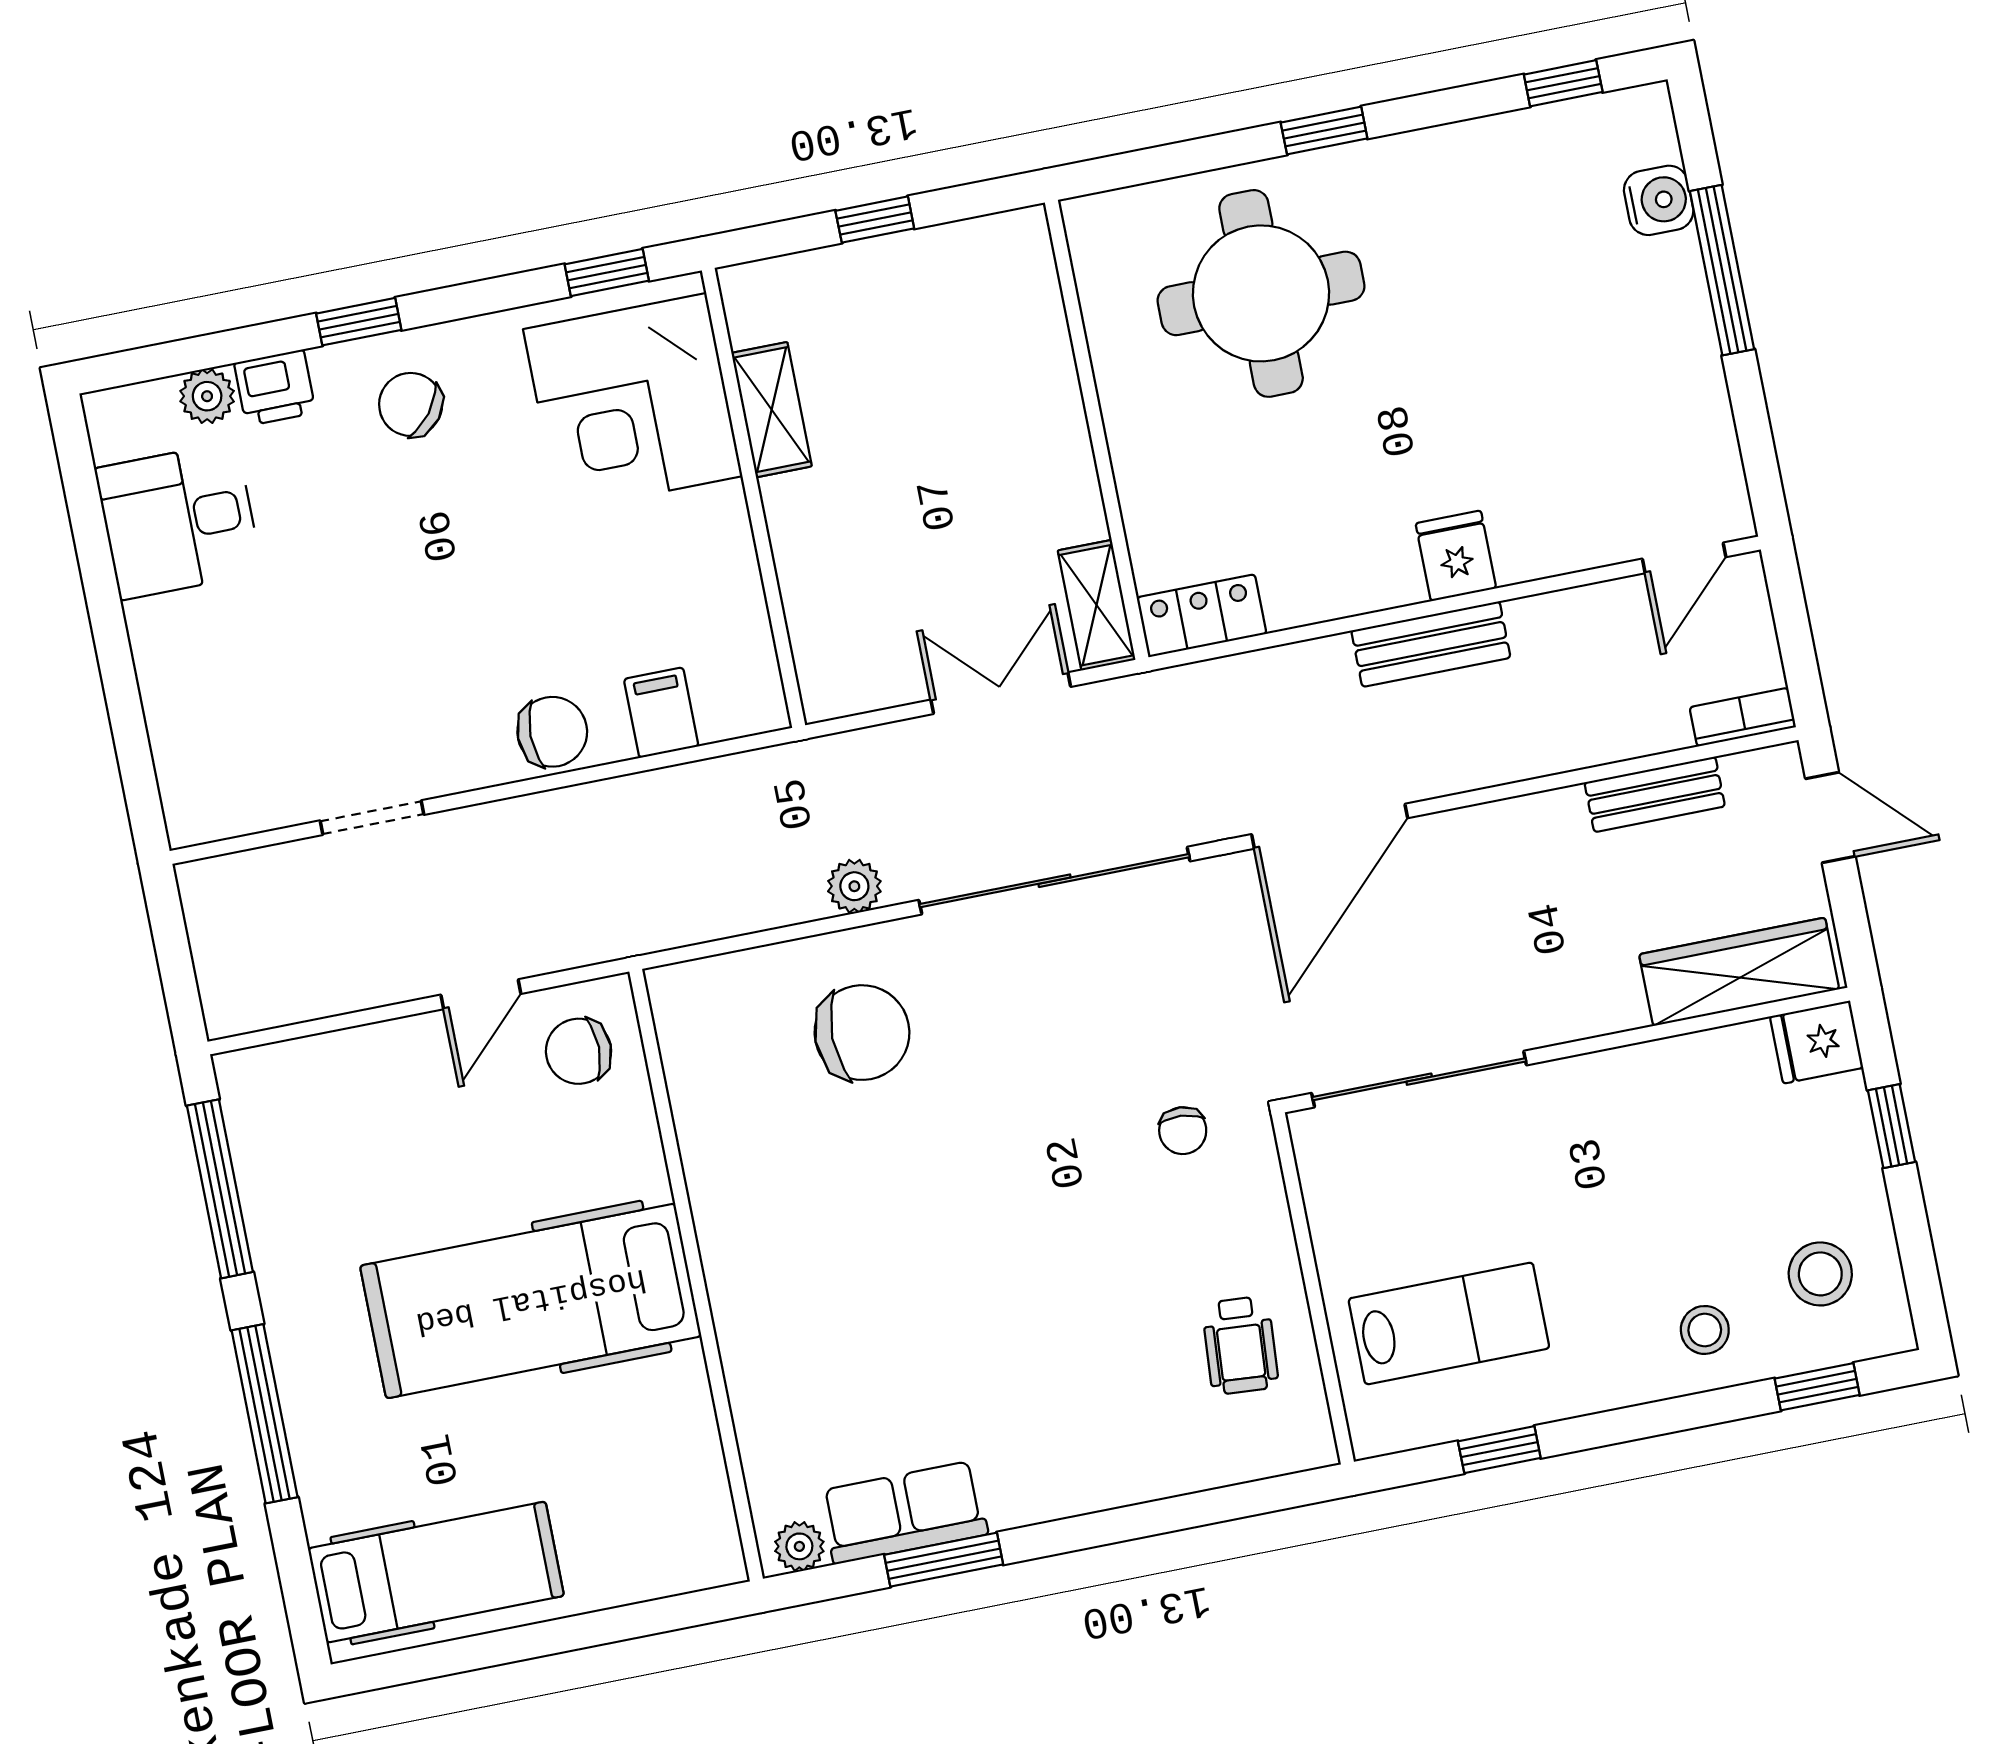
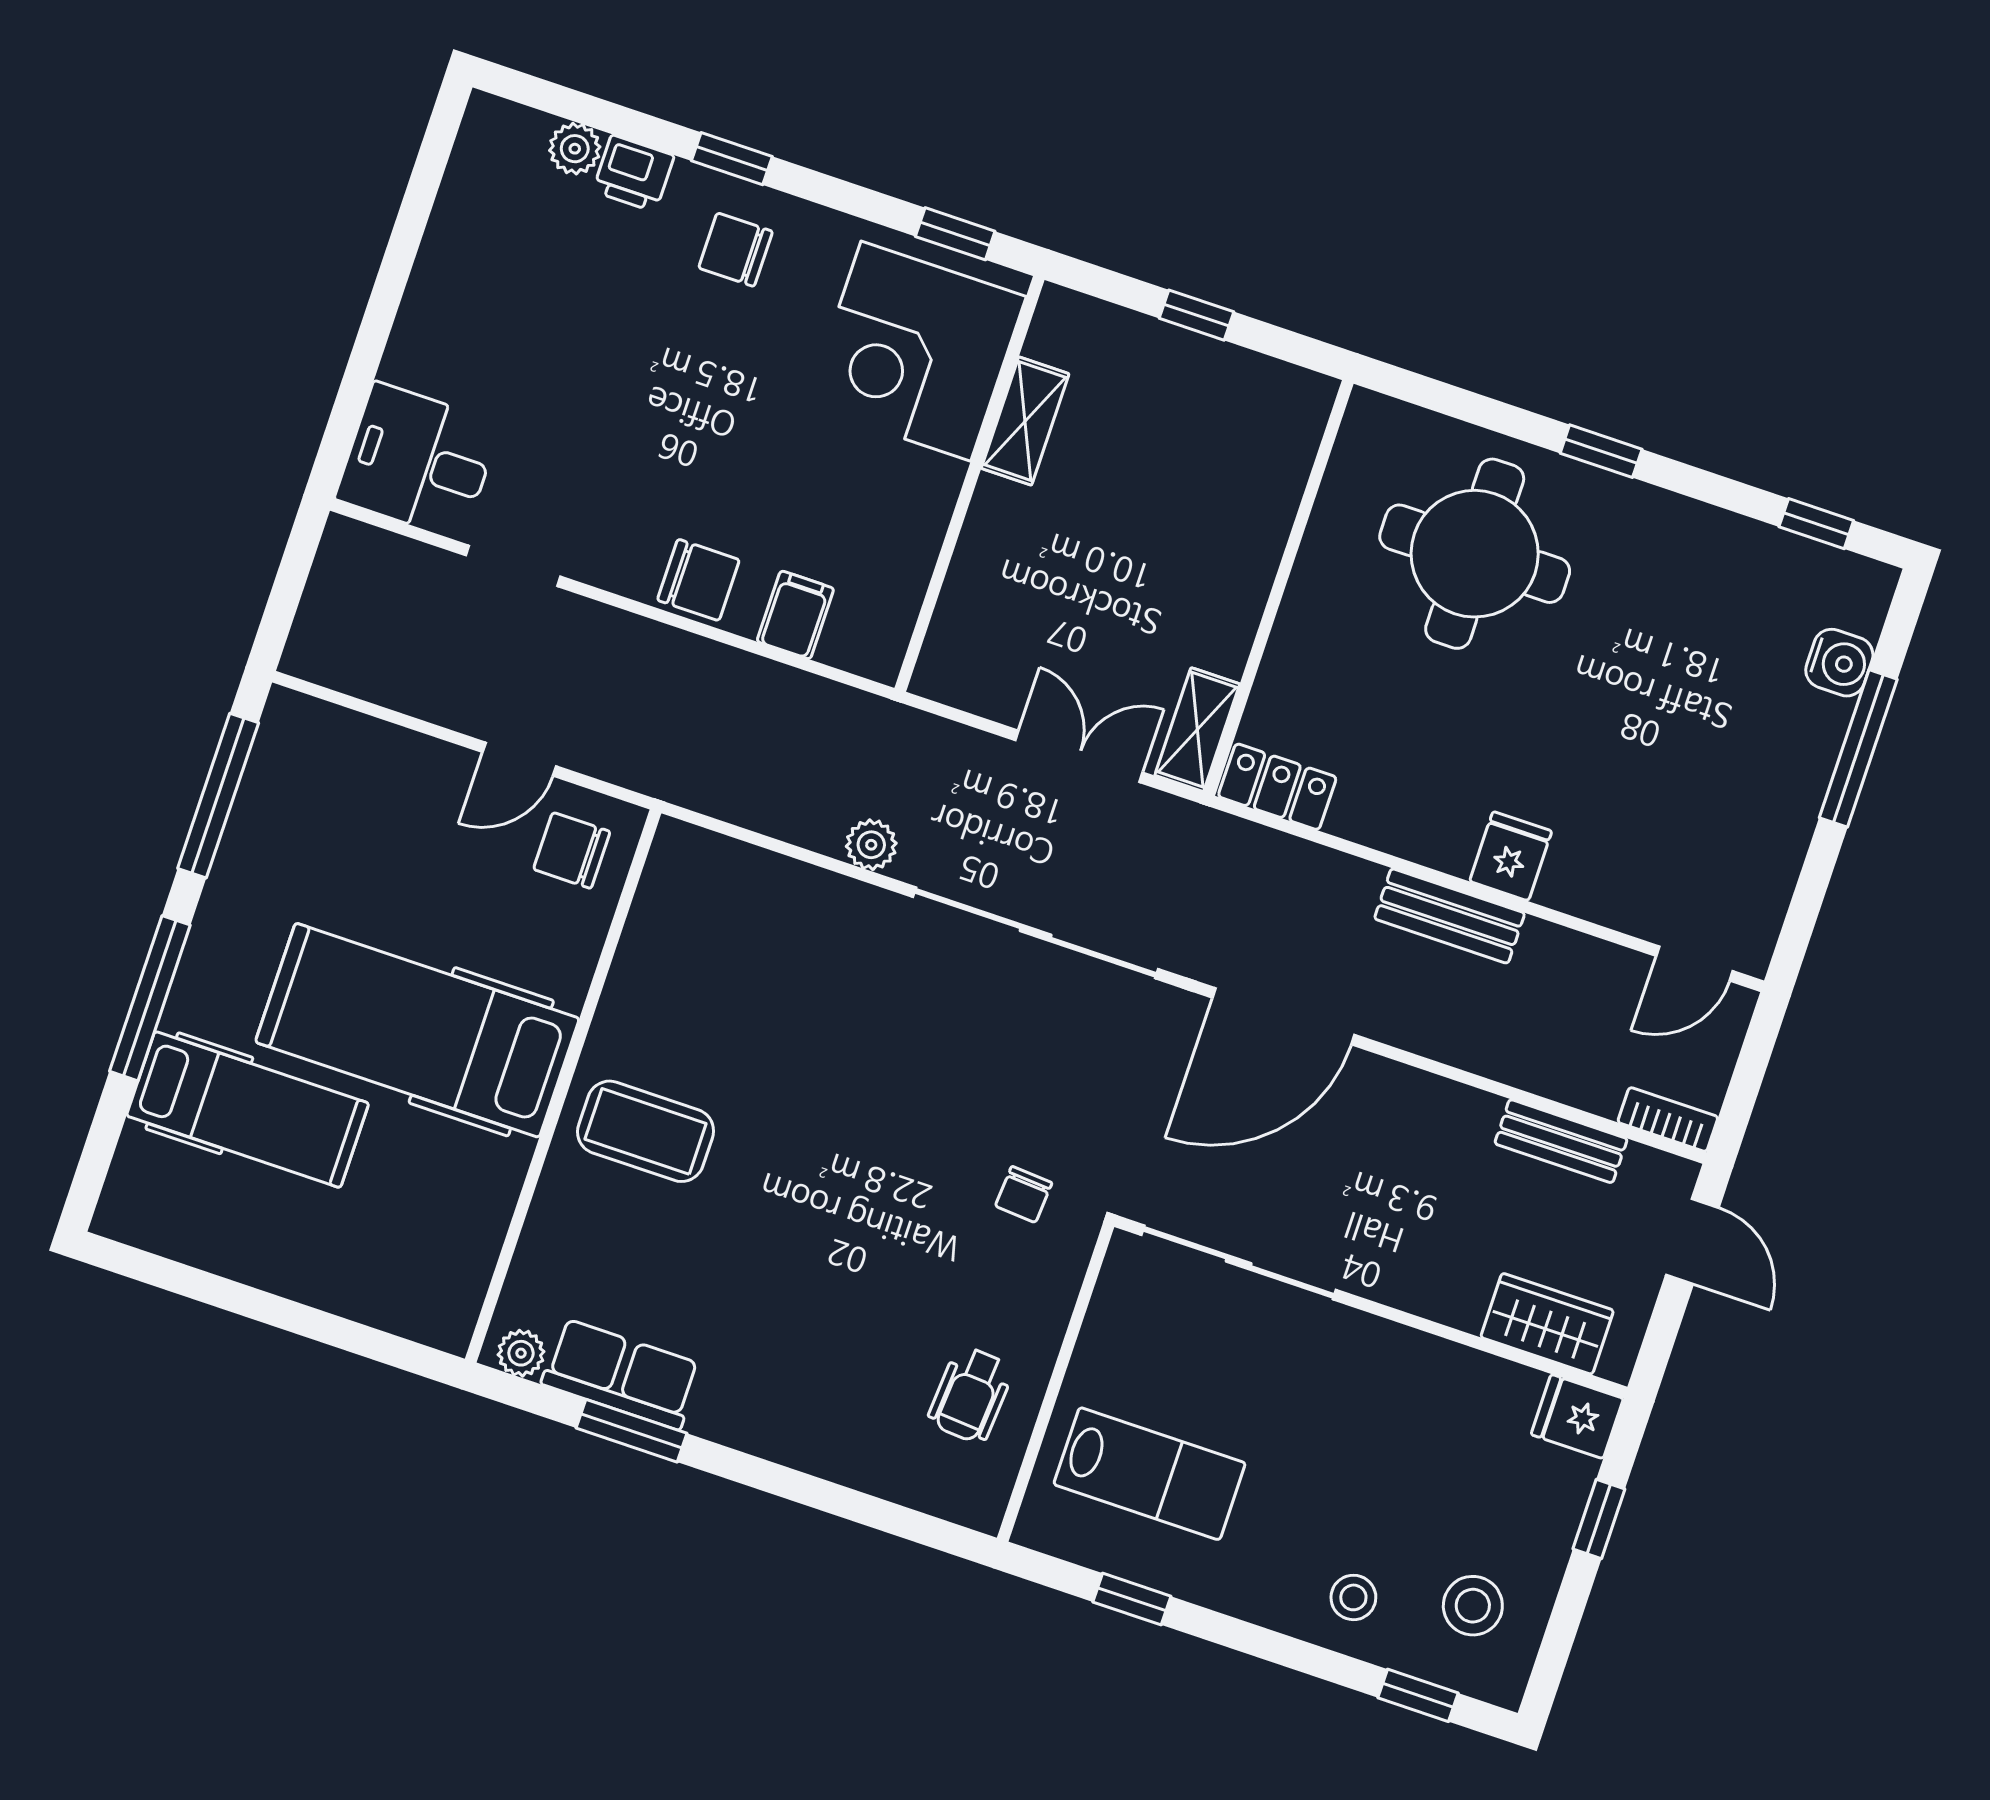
chair: (411, 404) -> (736, 250), turned -38
desk: (178, 521) -> (418, 461), moved
wardrobe: (1739, 972) -> (1547, 1324), width x0.67
chair: (862, 1033) -> (810, 967), removed
coffee table: (797, 1273) -> (646, 1131), added
hospital bed: (436, 1572) -> (248, 1110), moved

